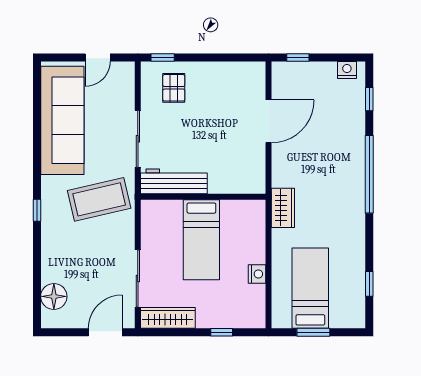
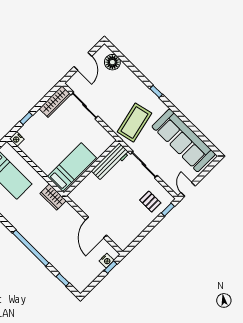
door: (98, 58) -> (188, 189), moved
nightstand: (347, 70) -> (107, 261), moved
bed: (201, 240) -> (72, 167), moved, turned 90
nightstand: (257, 274) -> (17, 139), moved
door: (105, 332) -> (83, 61), moved

